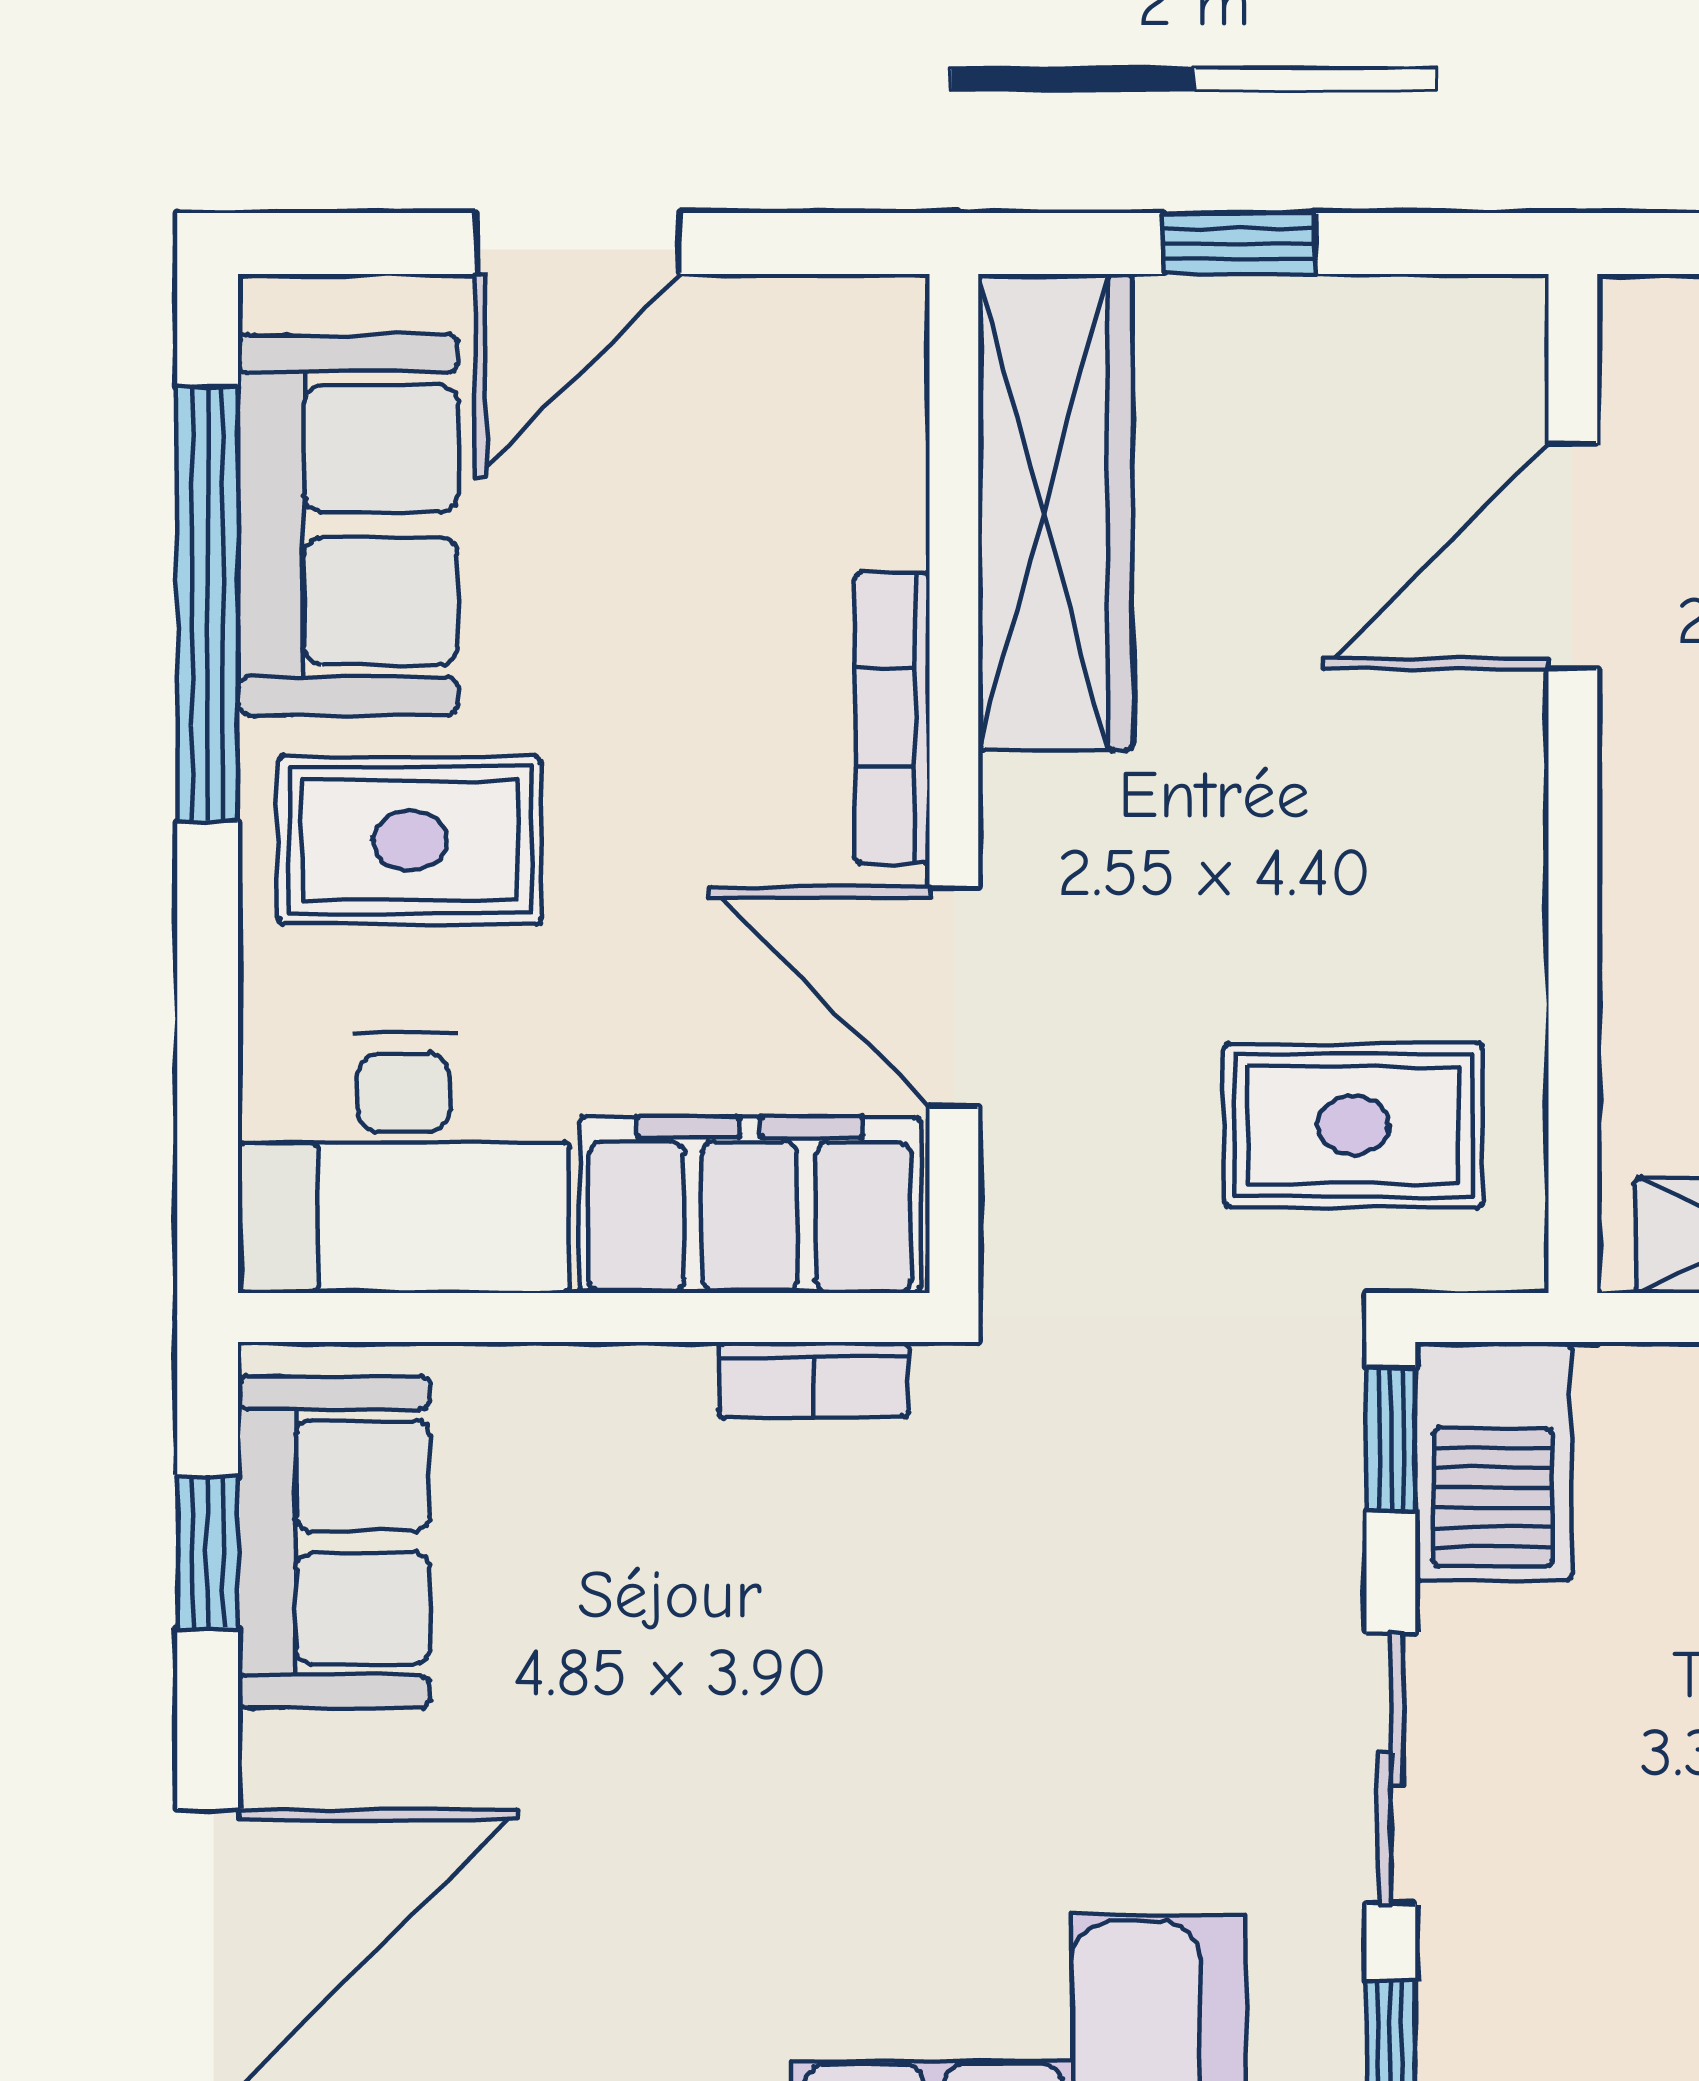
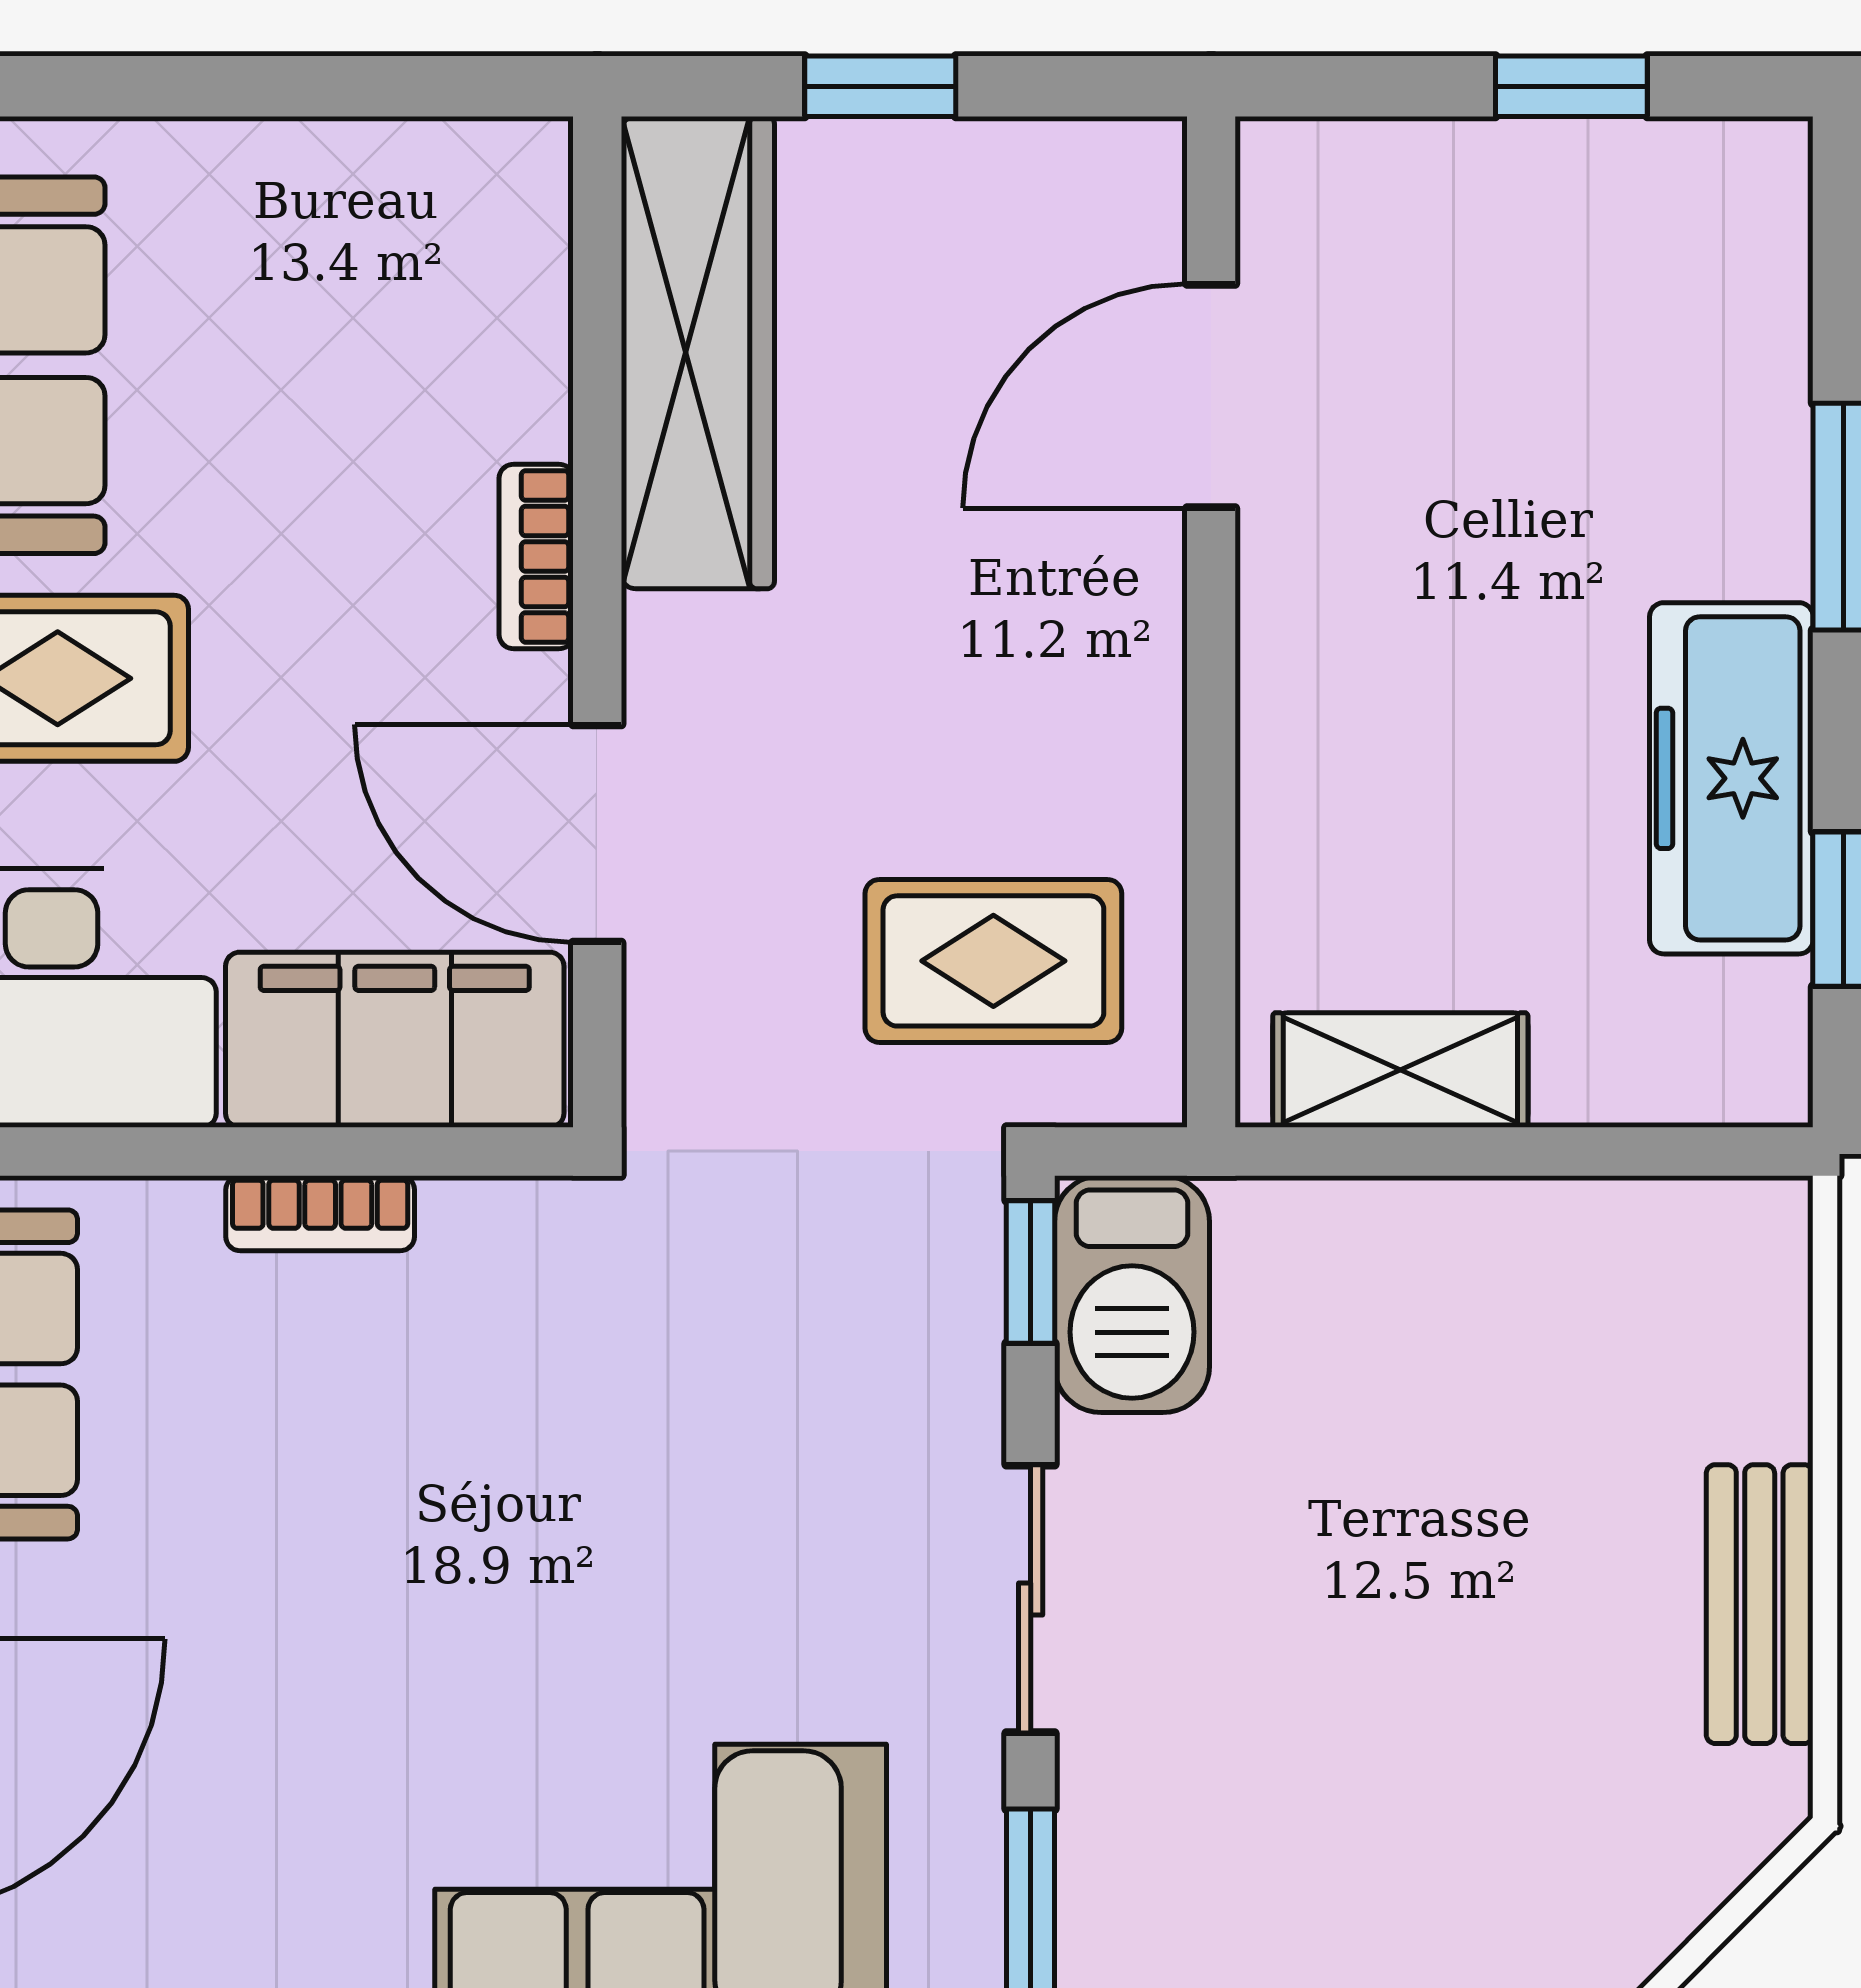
door: (577, 244) -> (224, 86), removed
bookcase: (892, 718) -> (536, 556), width x0.64
bookcase: (814, 1380) -> (320, 1213), moved

